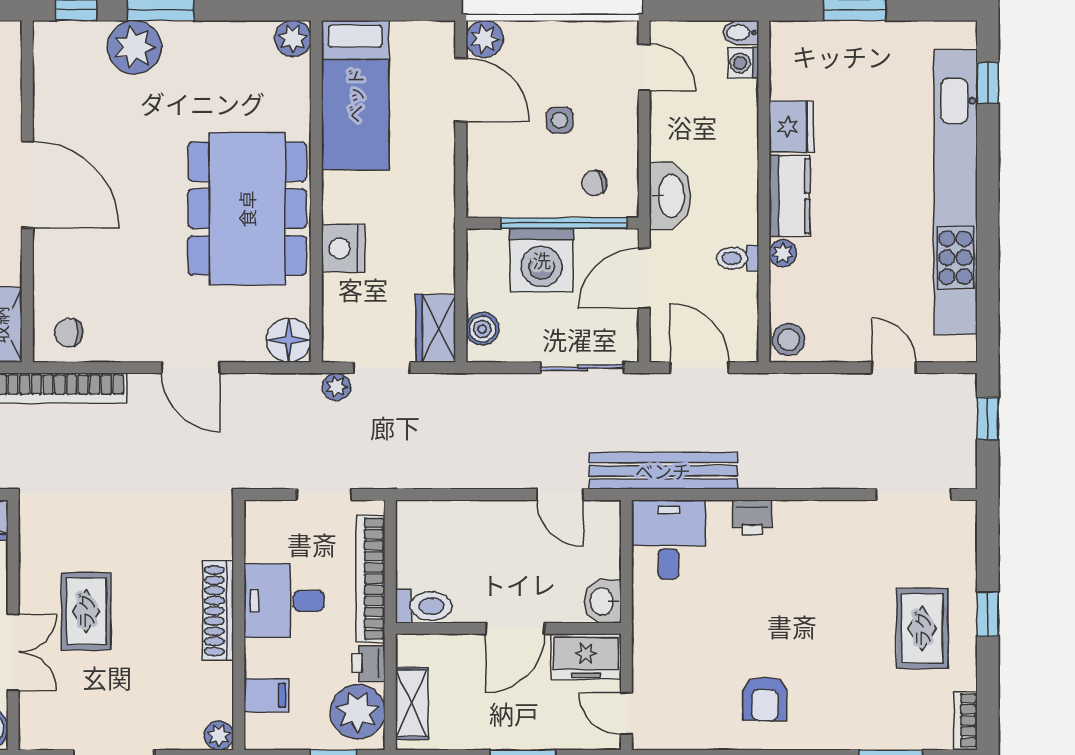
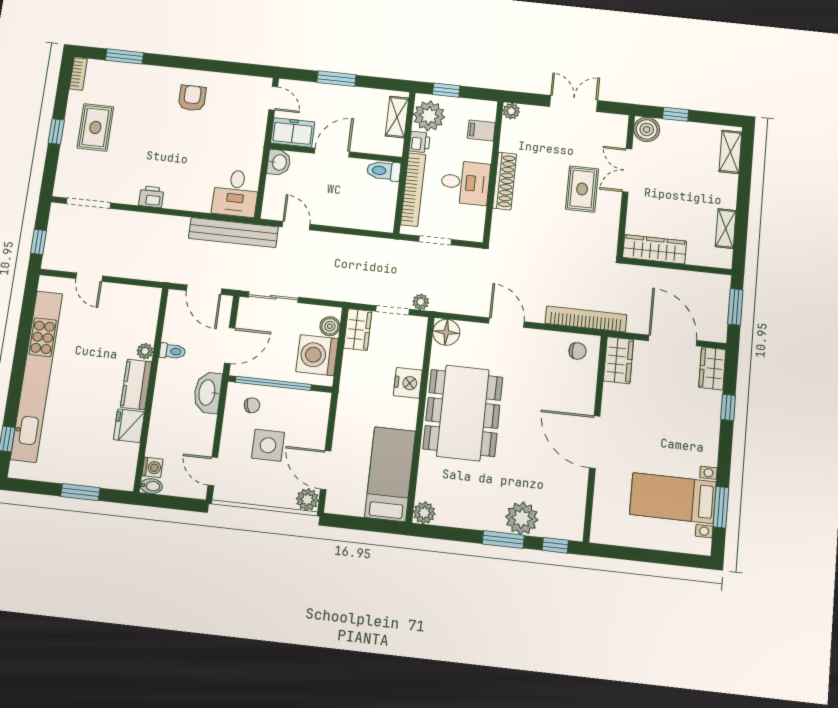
side table: (560, 120) -> (268, 445), width x1.87, depth x1.87
washing machine: (542, 260) -> (317, 355), moved, turned -90
stool: (789, 340) -> (149, 300), removed
printer: (752, 517) -> (151, 197), moved

